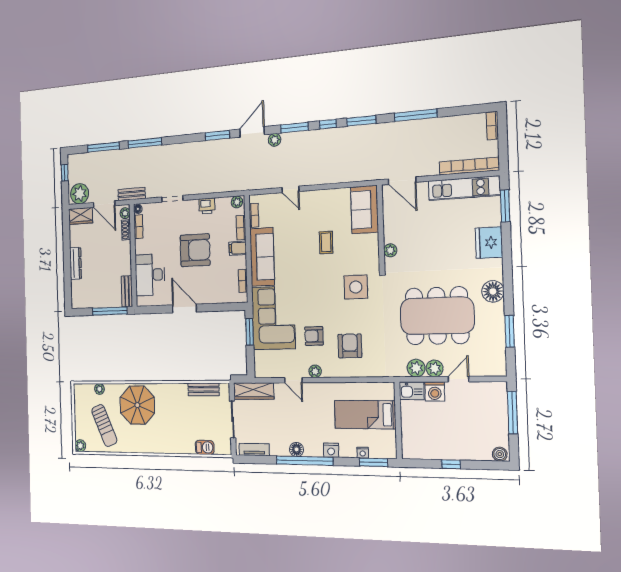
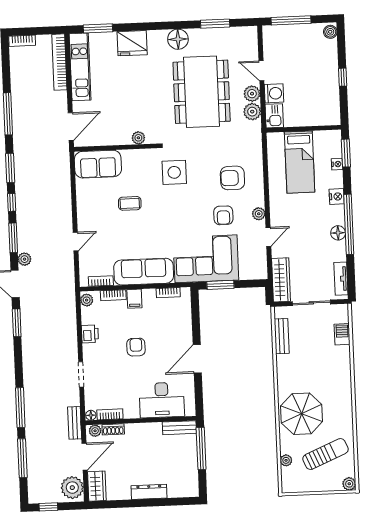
armchair: (195, 250) -> (136, 347), width x0.53, depth x0.53

